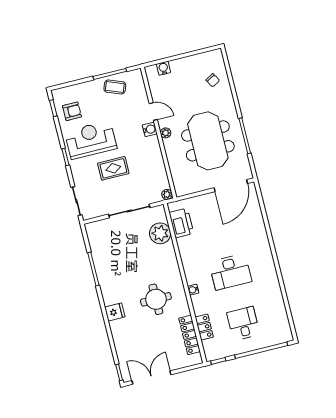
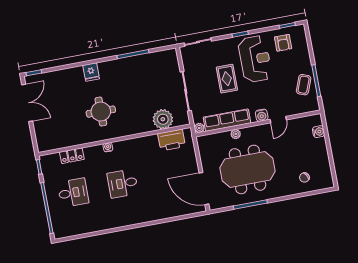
plant: (166, 133) -> (236, 134), moved
row of seats: (157, 166) -> (227, 120), added
desk: (230, 272) -> (123, 183), width x0.73
locker: (190, 335) -> (65, 141), removed

